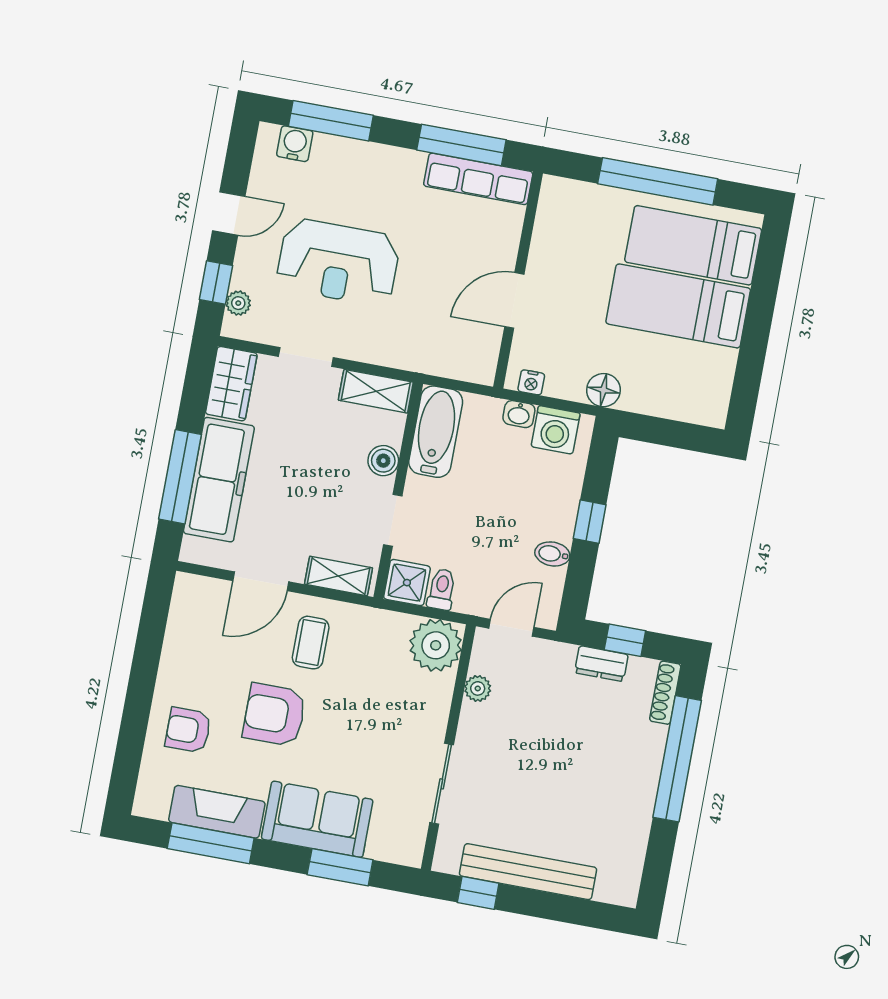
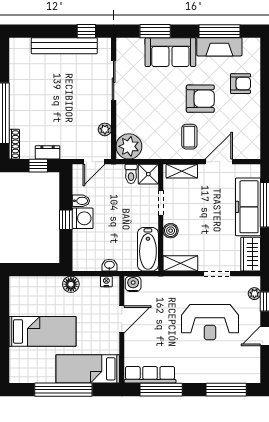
water cooler: (295, 144) -> (133, 284), moved, turned 180
bed: (693, 245) -> (88, 369), moved, turned 180
reception desk: (338, 262) -> (210, 322), turned 180
washing machine: (556, 430) -> (83, 218), moved, turned 90

